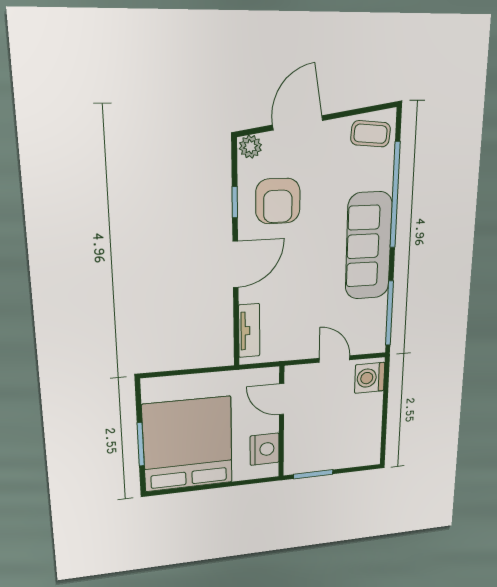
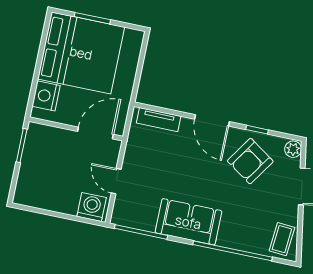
armchair: (278, 201) -> (250, 161), turned -56
sofa: (369, 246) -> (188, 222), width x0.73
door: (335, 359) -> (116, 181), swing flipped
door: (282, 399) -> (95, 133), width x1.38
nightstand: (265, 449) -> (46, 96), moved, turned 90

